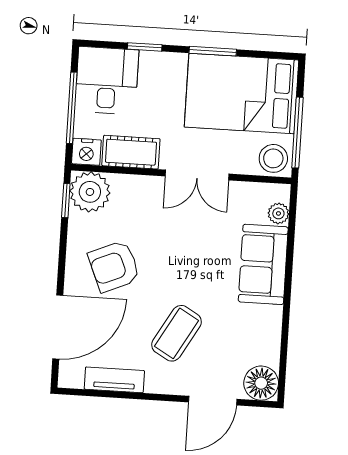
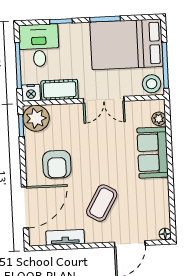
armchair: (114, 266) -> (57, 164), turned -67
floor lamp: (261, 383) -> (165, 234), width x0.53, depth x0.53

